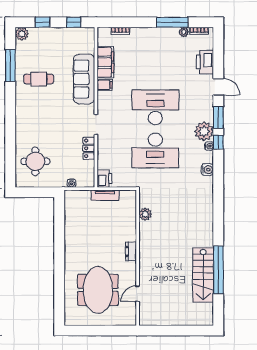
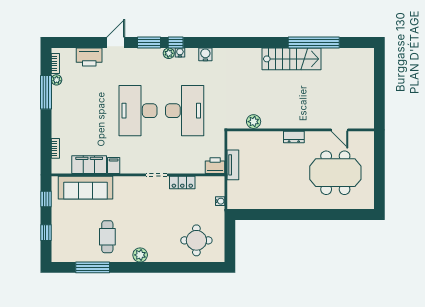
plant: (22, 34) -> (140, 255), moved
sofa: (84, 79) -> (86, 188), moved
plant: (204, 131) -> (169, 53), width x0.53, depth x0.53
stairs: (203, 275) -> (291, 59), moved

